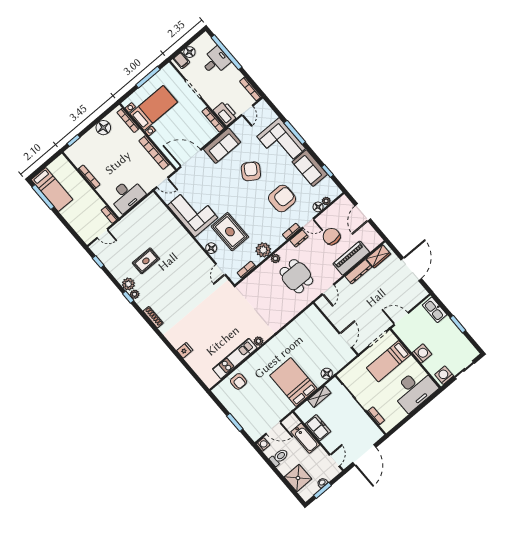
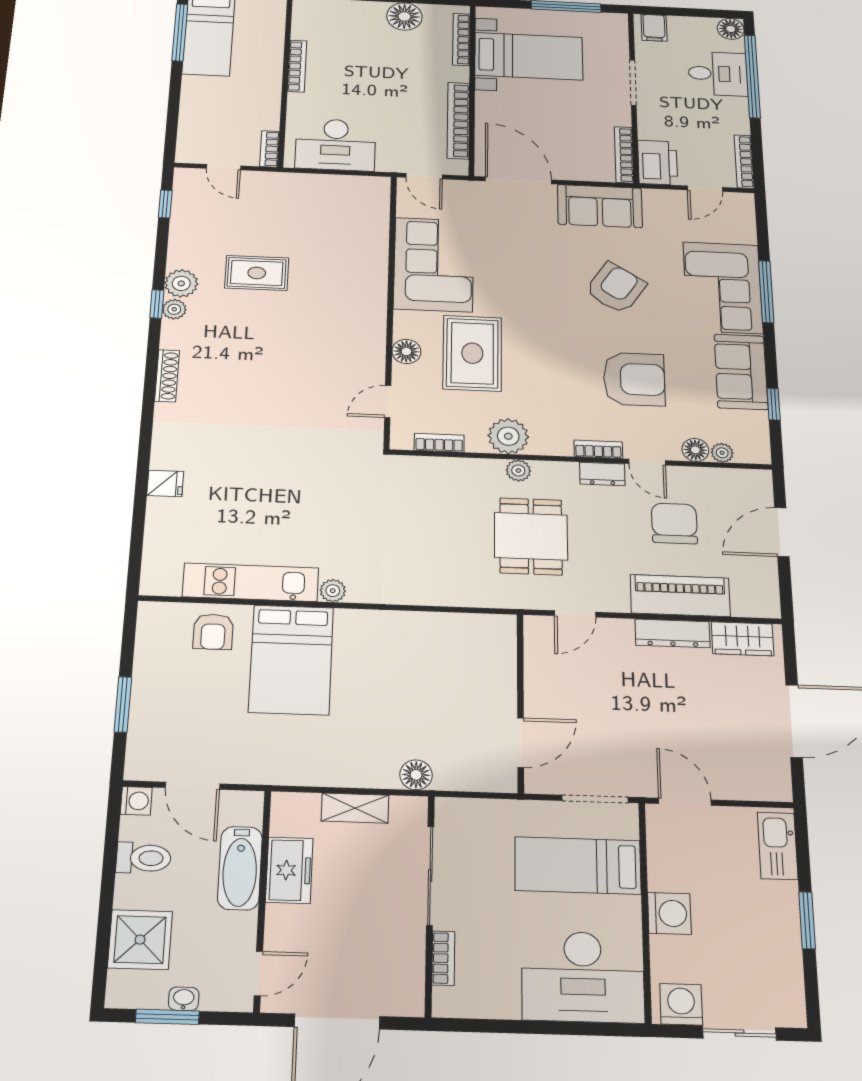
floor lamp: (189, 52) -> (731, 29), moved
bed: (293, 382) -> (291, 660), moved, turned 180

